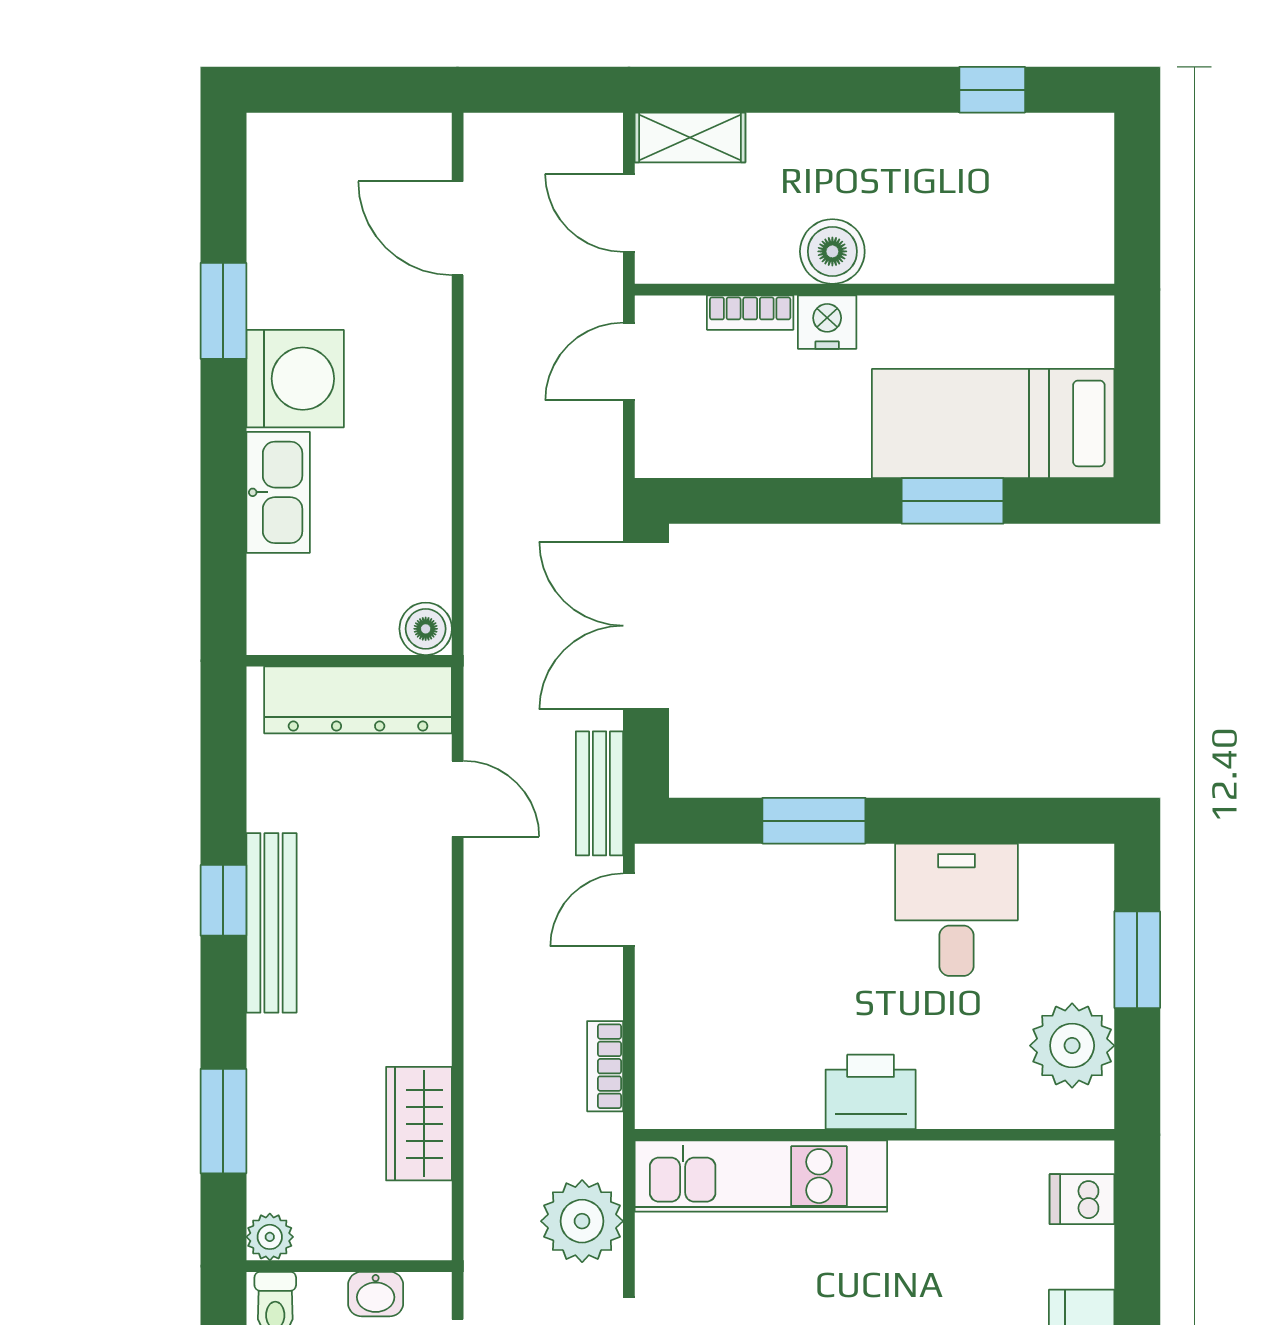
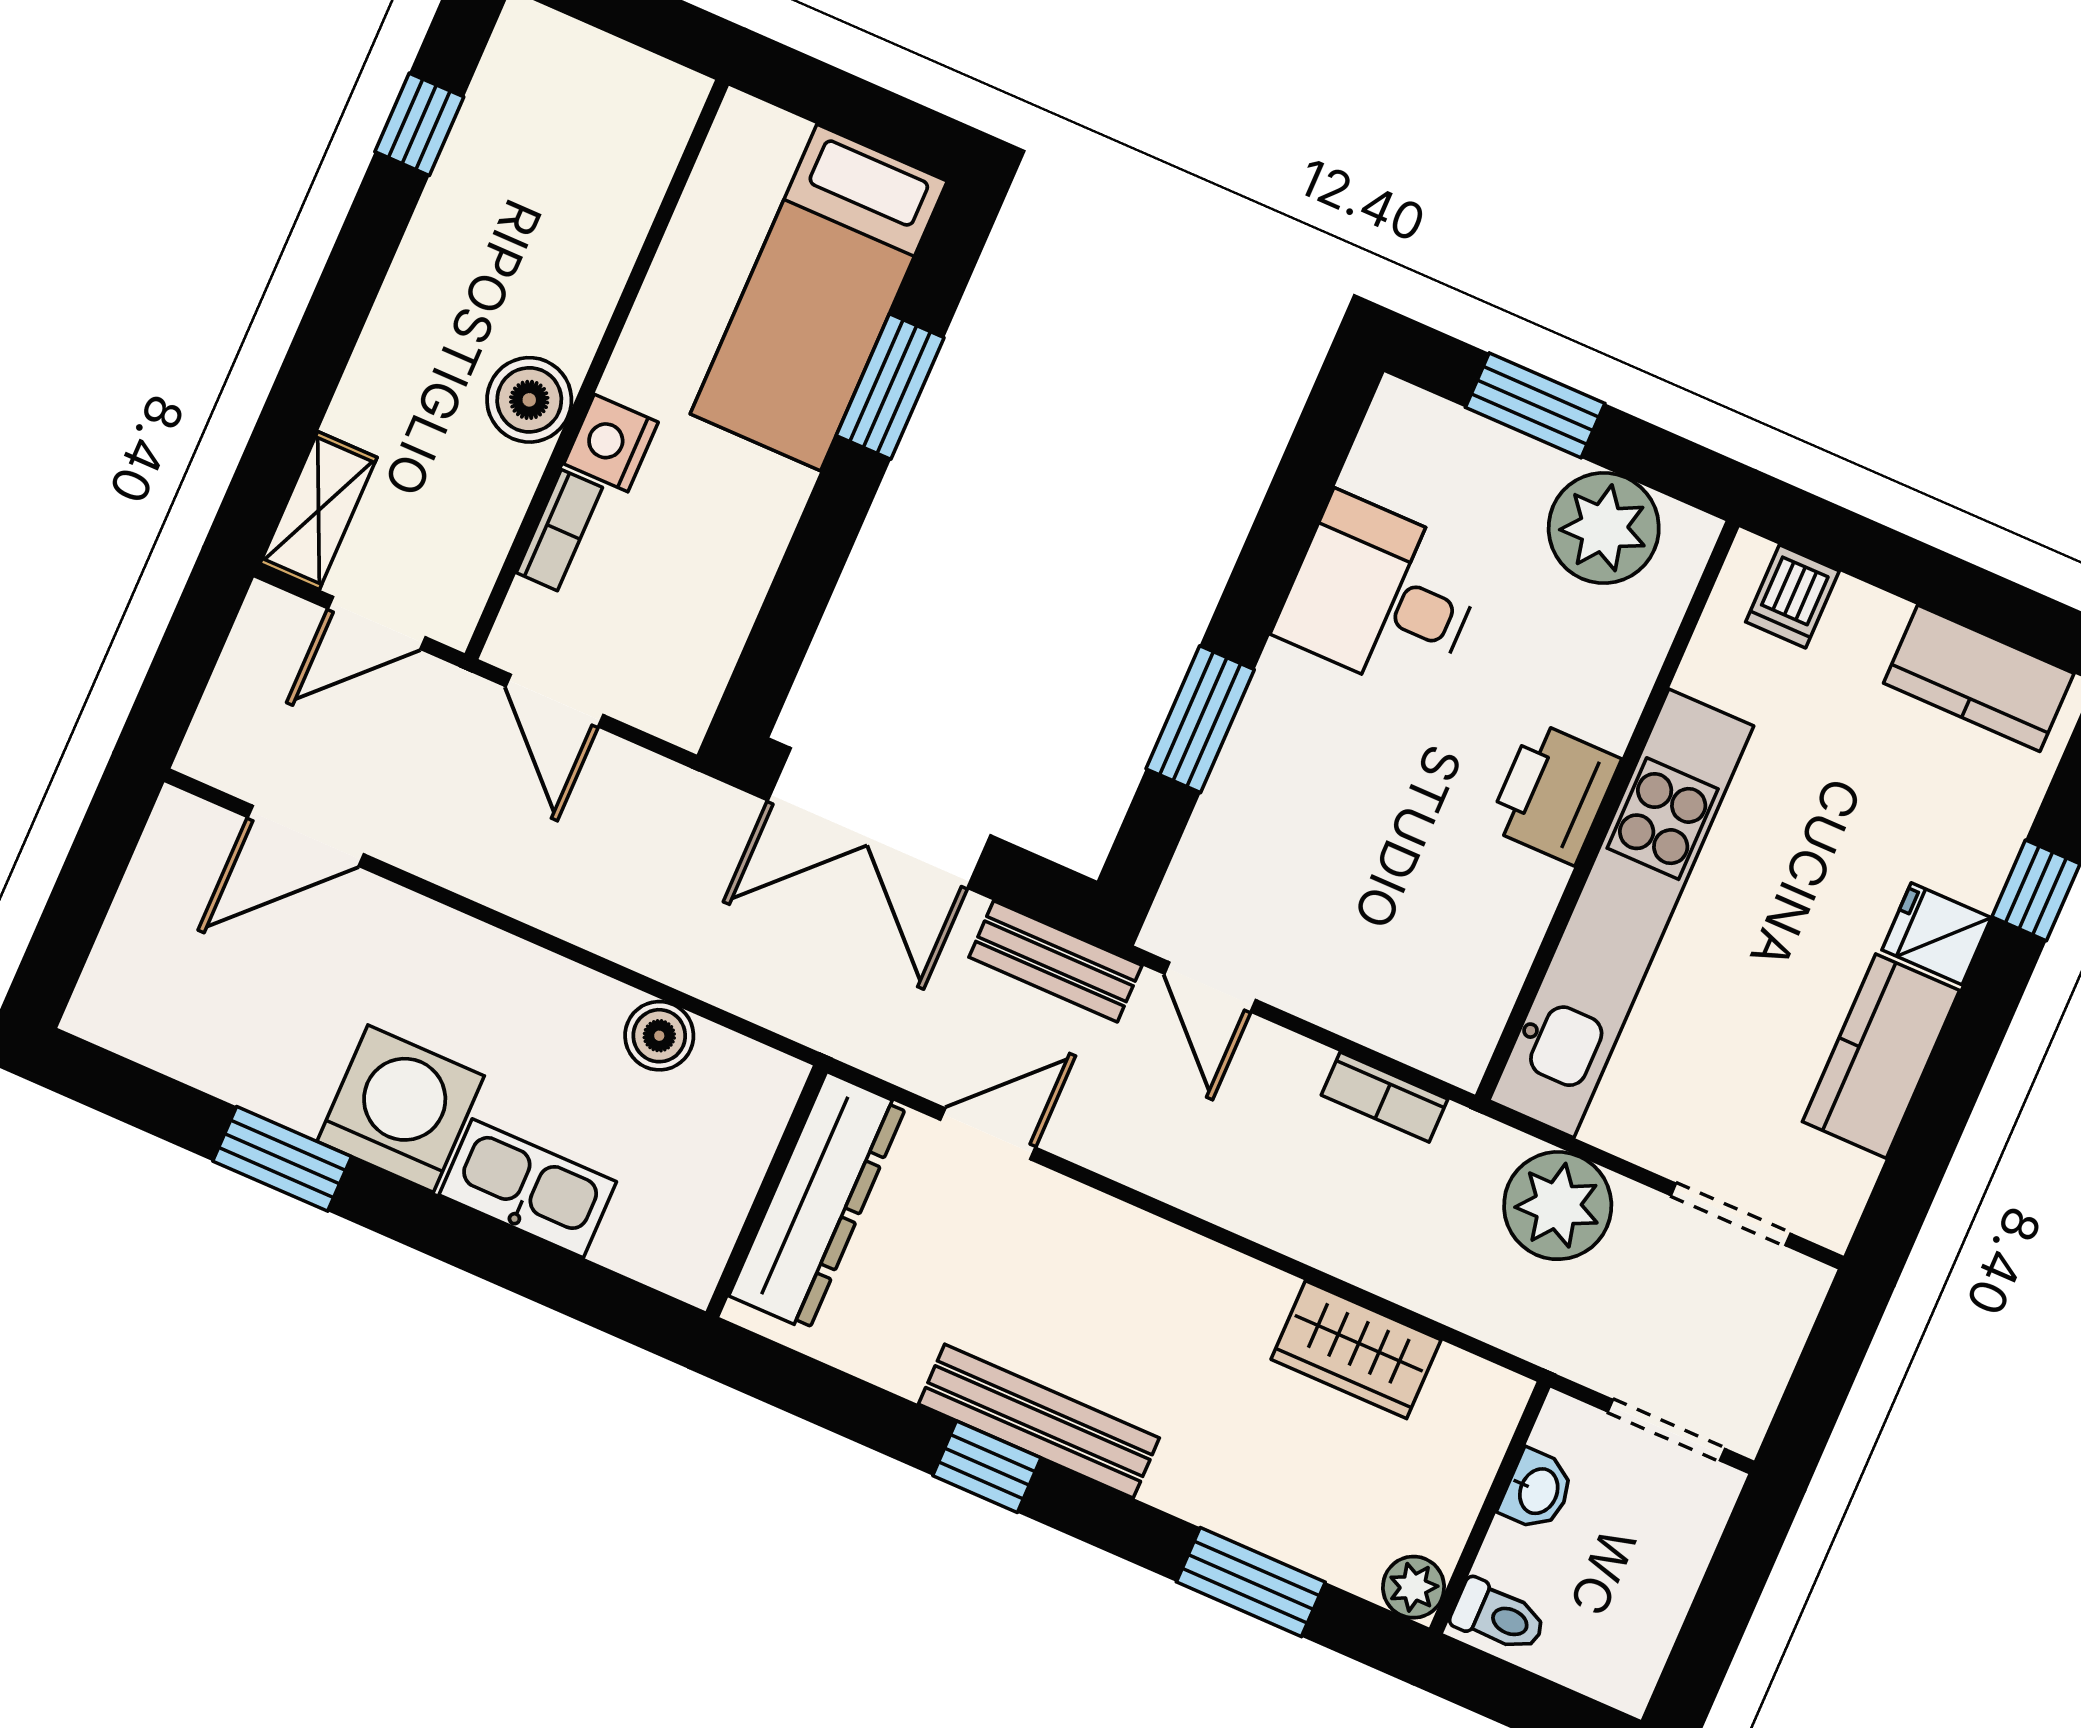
boiler: (426, 629) -> (659, 1036), moved
kitchen unit: (761, 1176) -> (1621, 913), width x1.36

